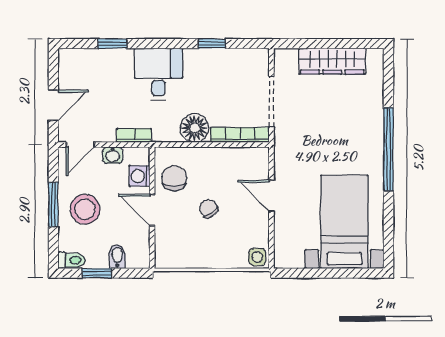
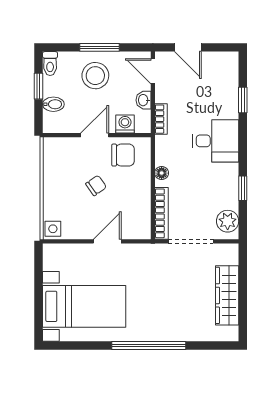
plant: (249, 61) -> (228, 221), added
floor lamp: (195, 128) -> (162, 173), width x0.53, depth x0.53

